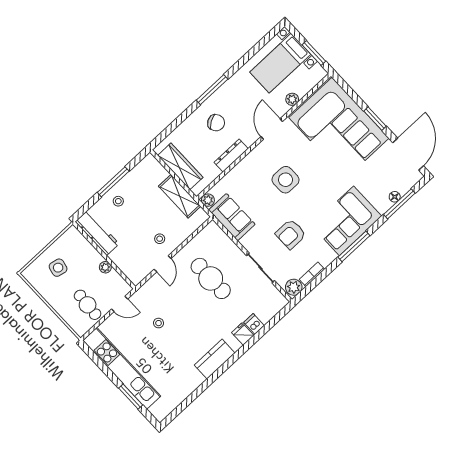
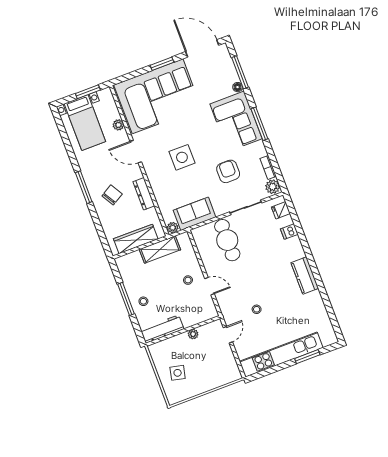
floor lamp: (395, 197) -> (238, 87), moved
armchair: (291, 234) -> (228, 171), turned 180
cafe table: (211, 278) -> (227, 240), moved, turned 90
cafe table: (88, 305) -> (218, 361), removed
fridge: (243, 334) -> (281, 210), moved

